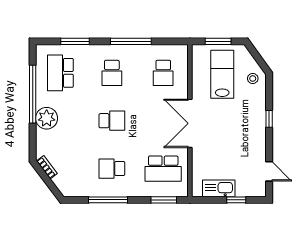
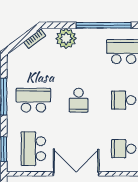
plant: (47, 118) -> (66, 38), moved
school desk: (112, 169) -> (33, 100), width x1.85

